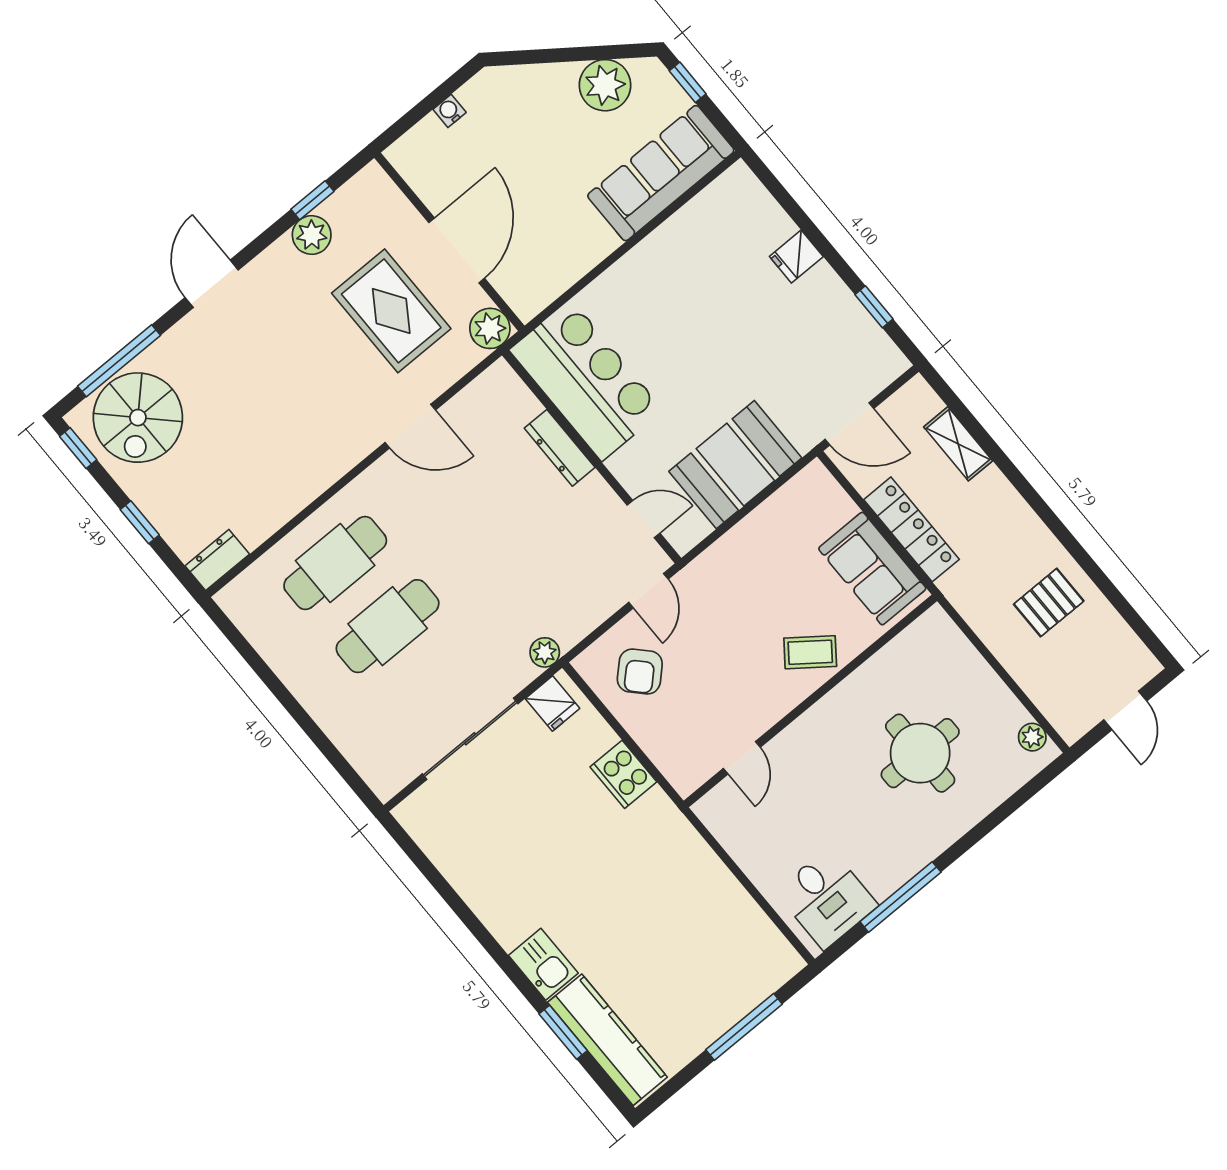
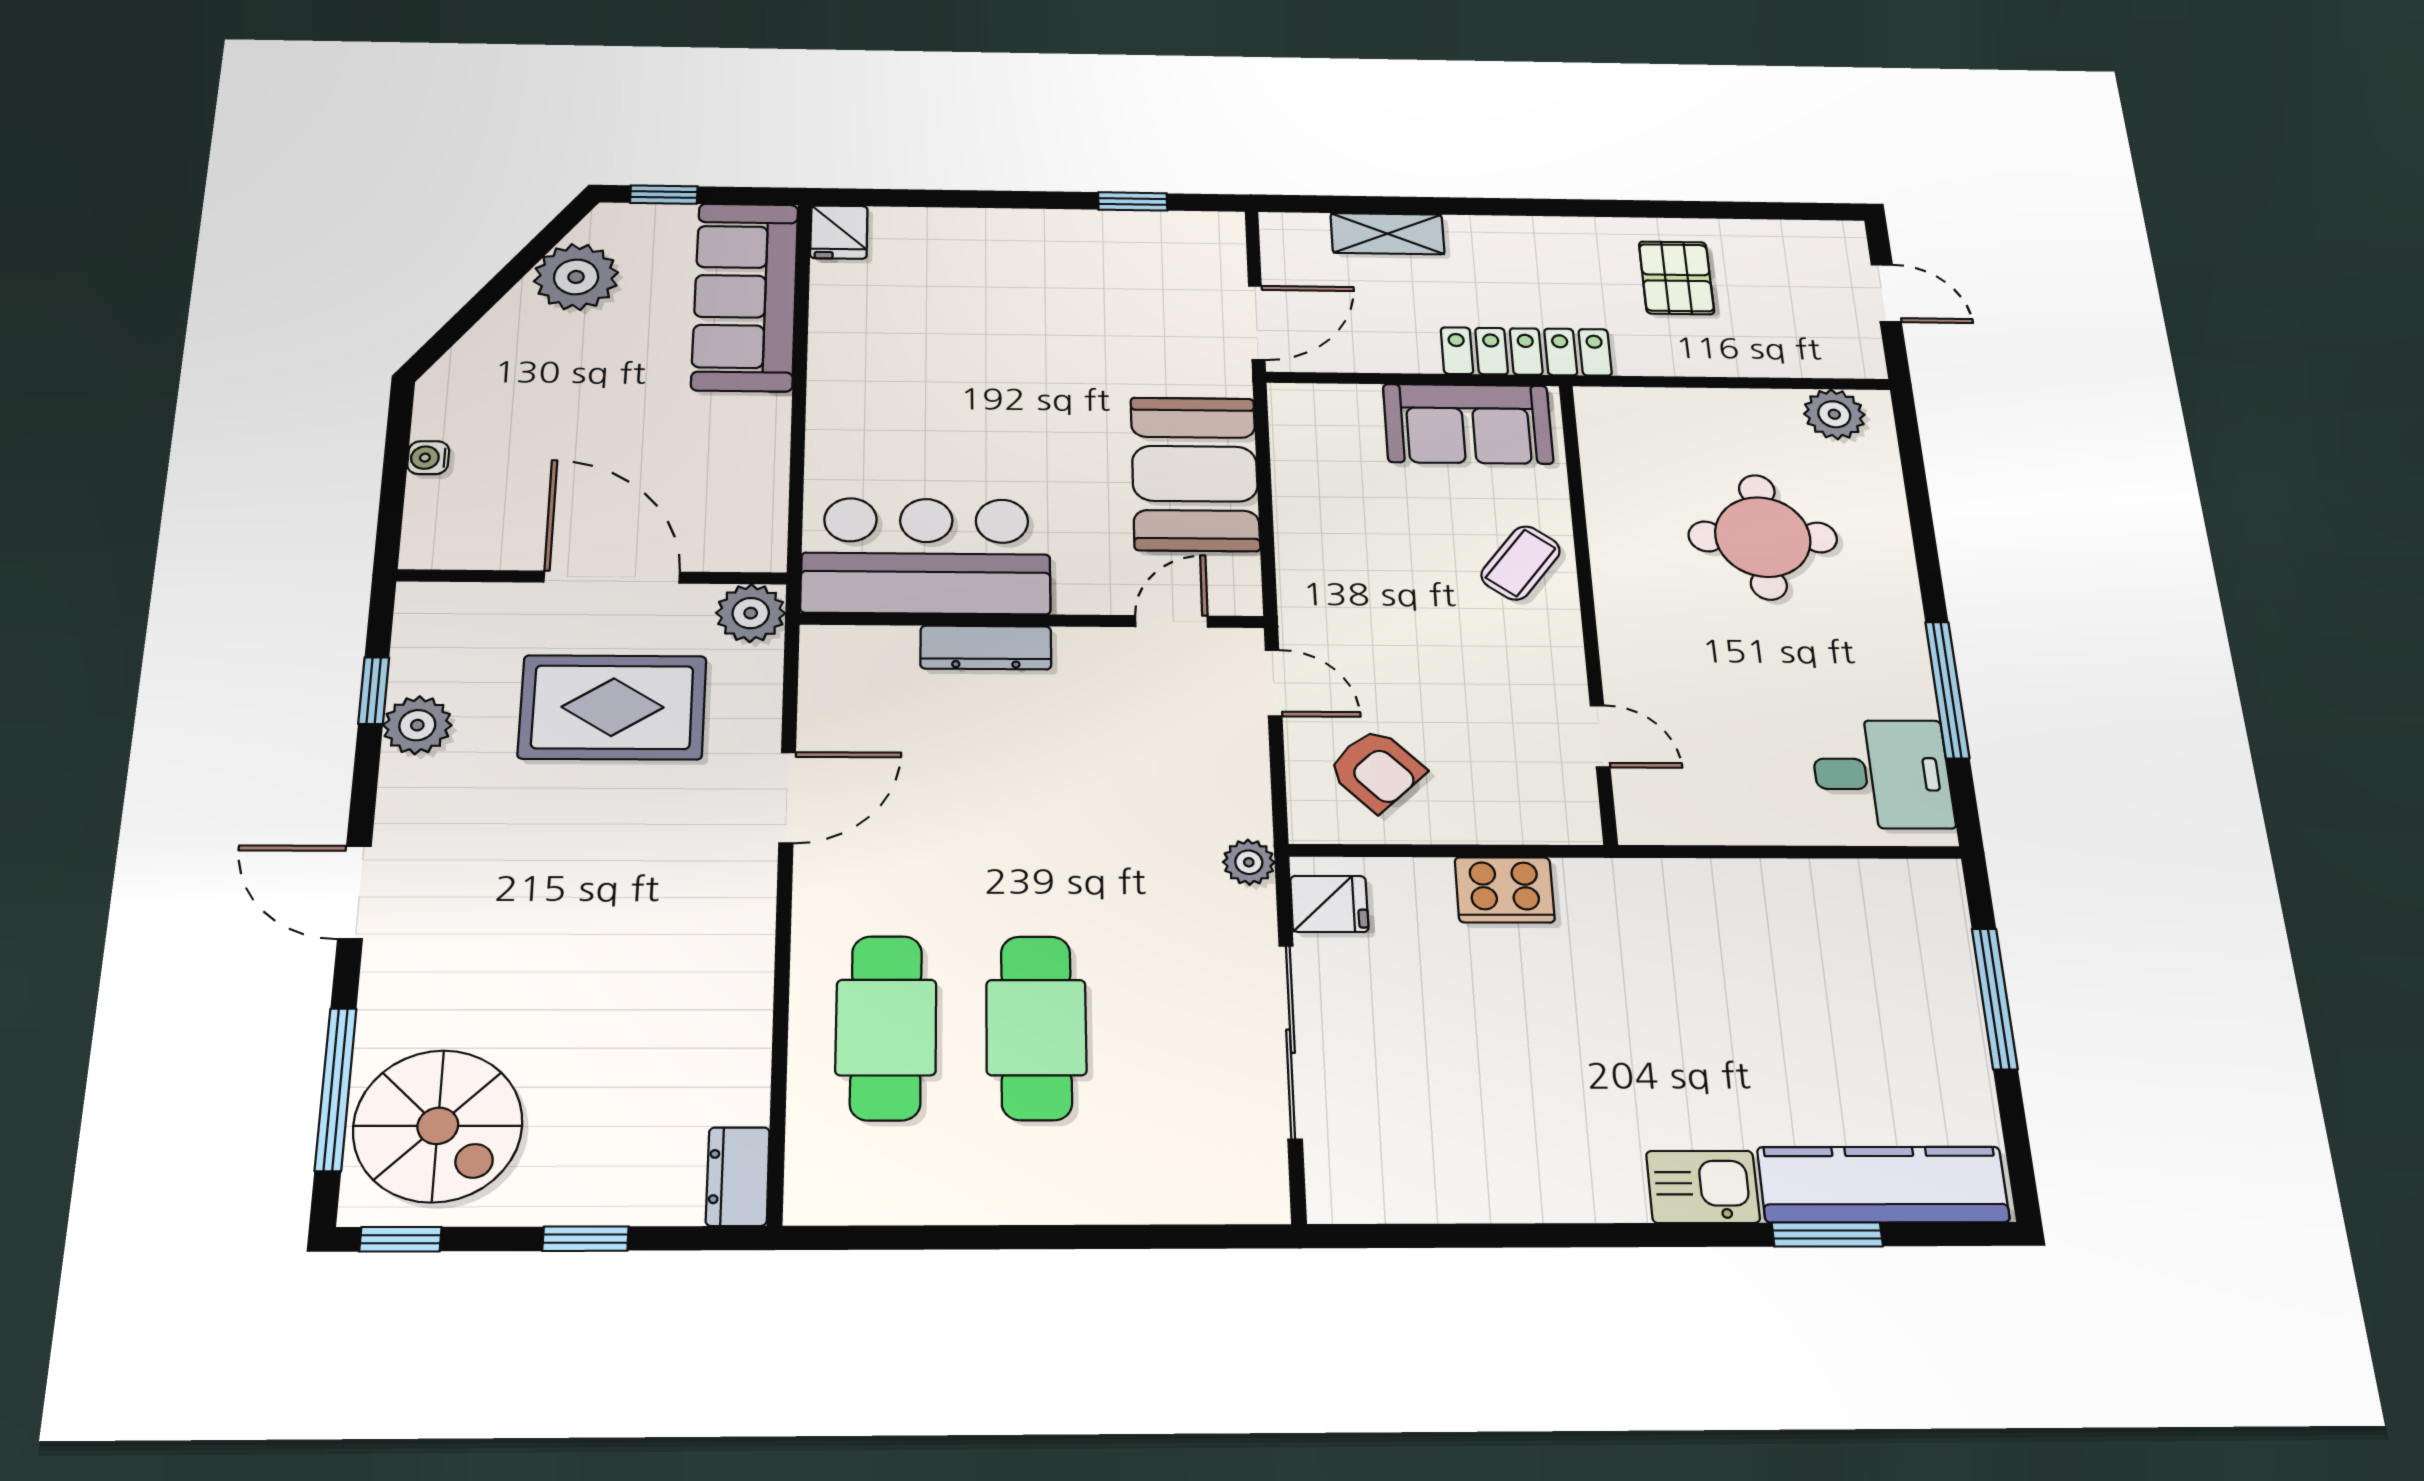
fridge: (796, 257) -> (839, 232), moved
locker: (912, 529) -> (1526, 352), moved
plant: (1032, 737) -> (1834, 414), width x1.38, depth x1.38

